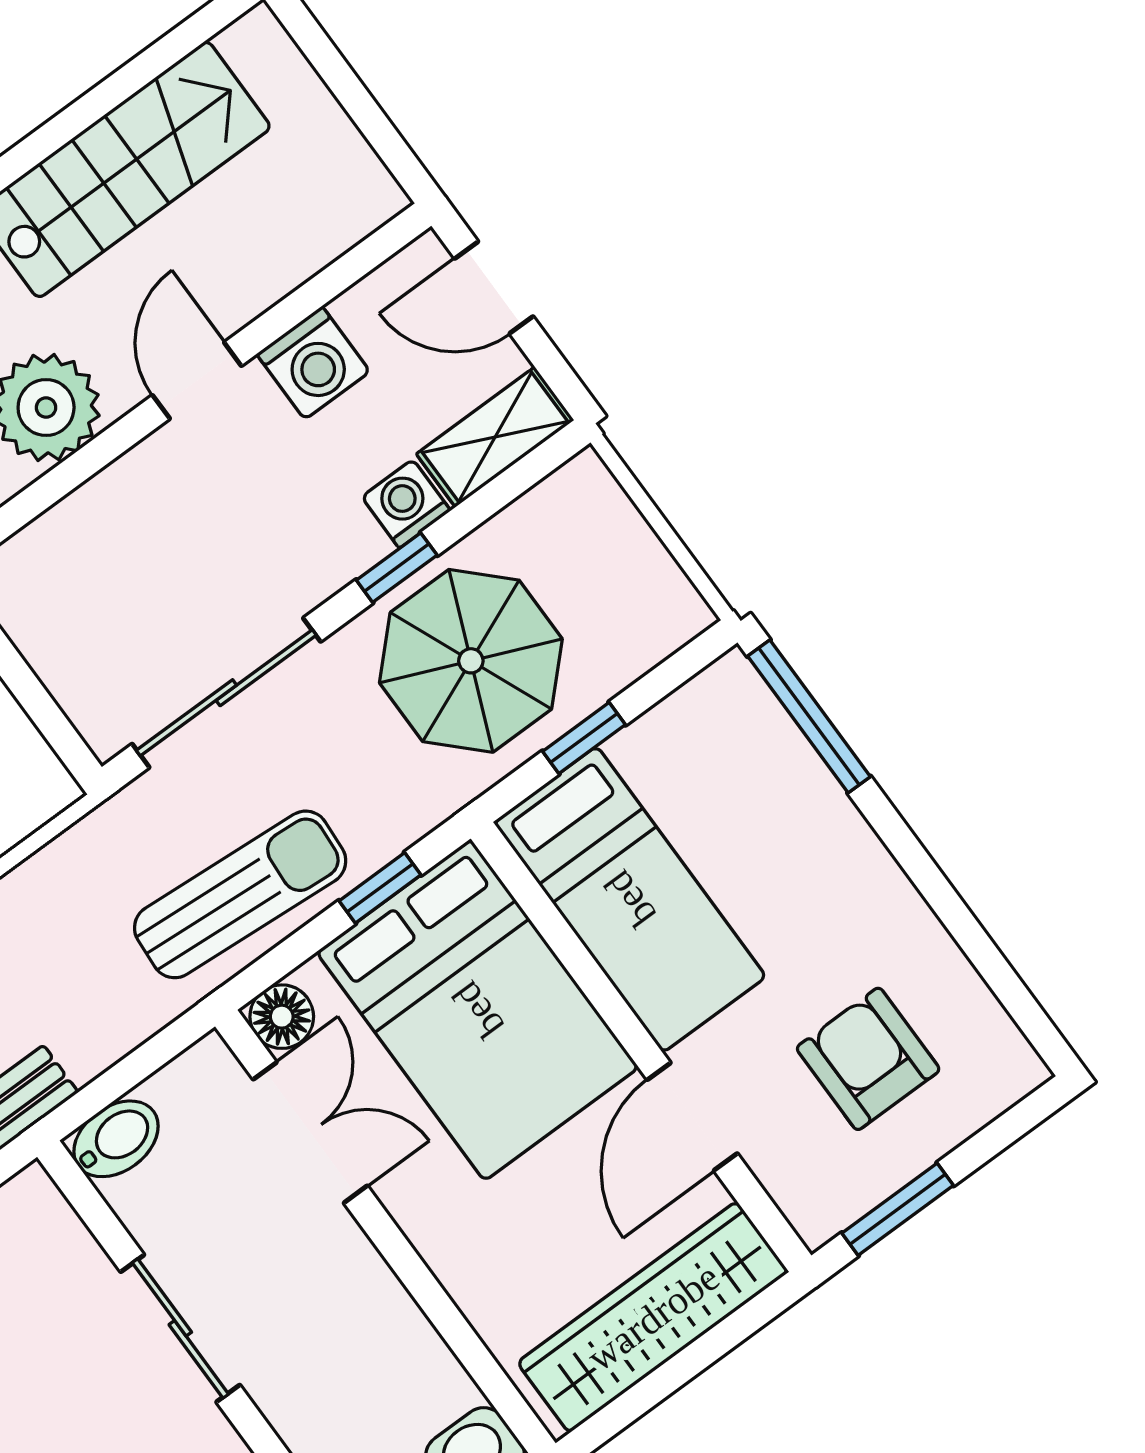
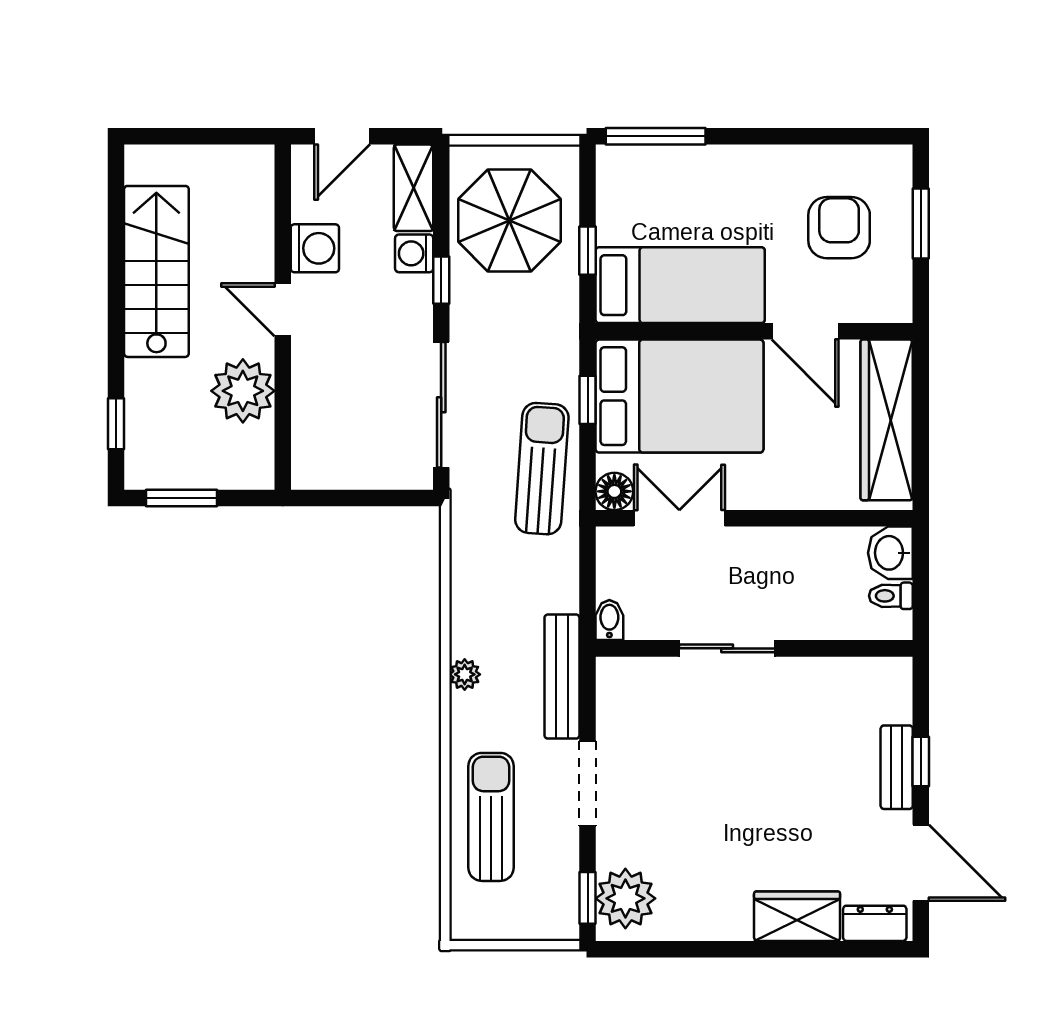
parasol: (471, 661) -> (509, 220), moved
armchair: (868, 1059) -> (839, 228), turned 90
bidet: (116, 1139) -> (609, 620), width x0.72, depth x0.74
window: (898, 1209) -> (921, 224), moved

